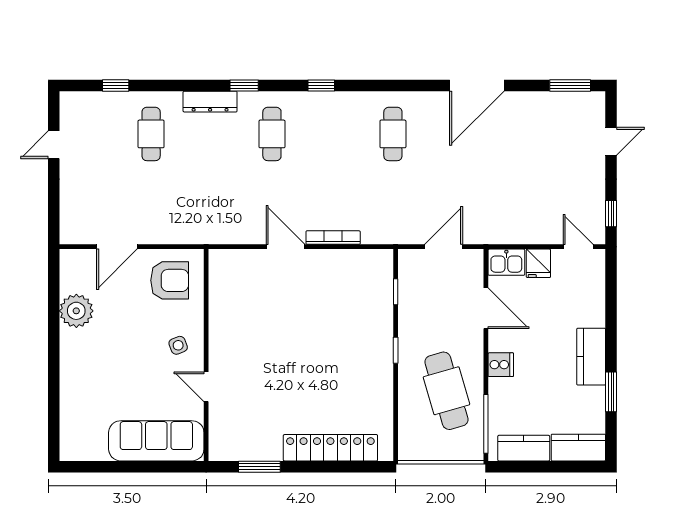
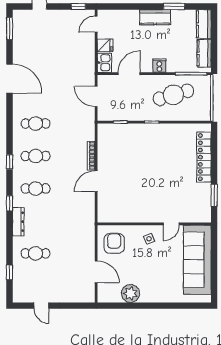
cafe table: (332, 134) -> (36, 156), added
sofa: (156, 441) -> (197, 260), width x1.36, depth x1.27

